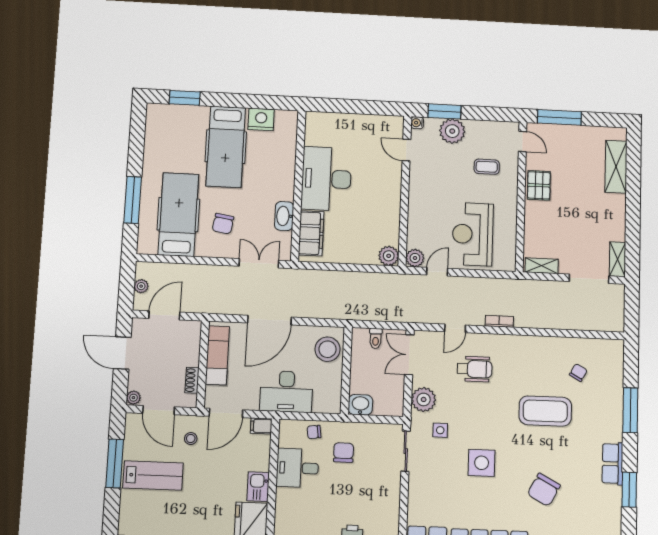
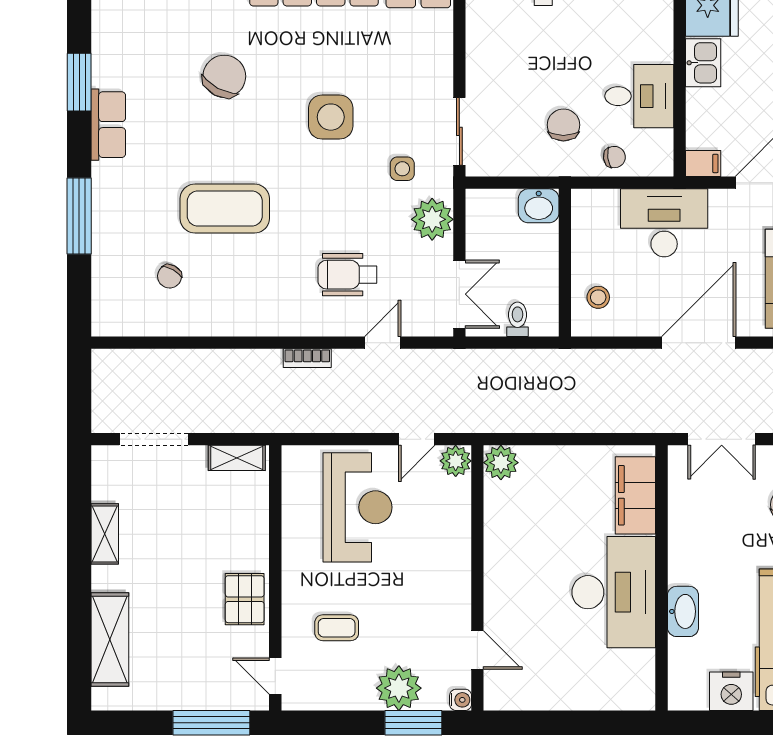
washbasin: (284, 216) -> (683, 611), moved
shelving: (618, 259) -> (105, 534), moved
stool: (328, 349) -> (598, 297), width x0.53, depth x0.53
chair: (344, 452) -> (563, 125), turned 180

